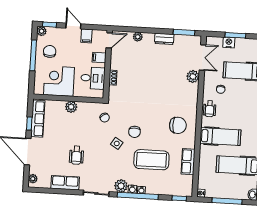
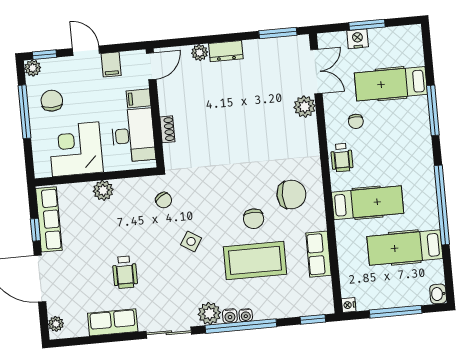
dresser: (164, 39) -> (226, 51), moved
desk: (93, 78) -> (133, 135), width x1.37
chair: (134, 132) -> (254, 219), moved

